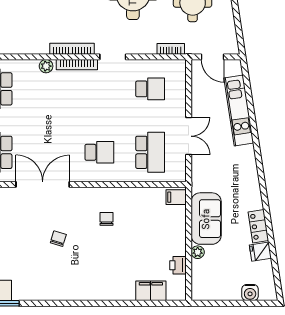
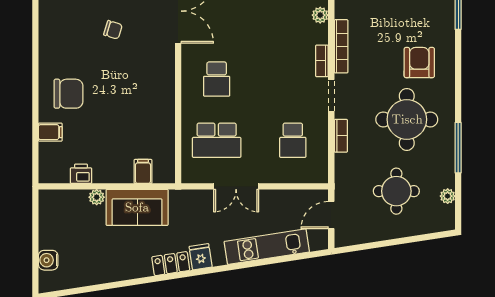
bookcase: (171, 49) -> (341, 136), moved
bookcase: (77, 65) -> (322, 61), width x0.64
filing cabinet: (176, 197) -> (143, 171), moved
chair: (106, 219) -> (68, 94), moved, width x1.87, depth x1.87
locker: (258, 226) -> (171, 264), moved
fridge: (260, 252) -> (201, 257), moved
filing cabinet: (151, 291) -> (50, 132), width x0.50

